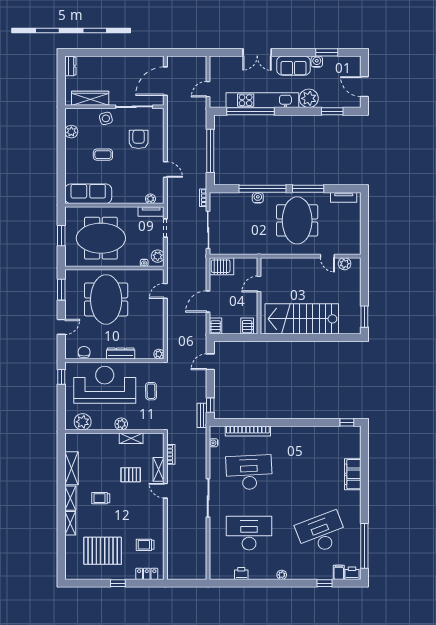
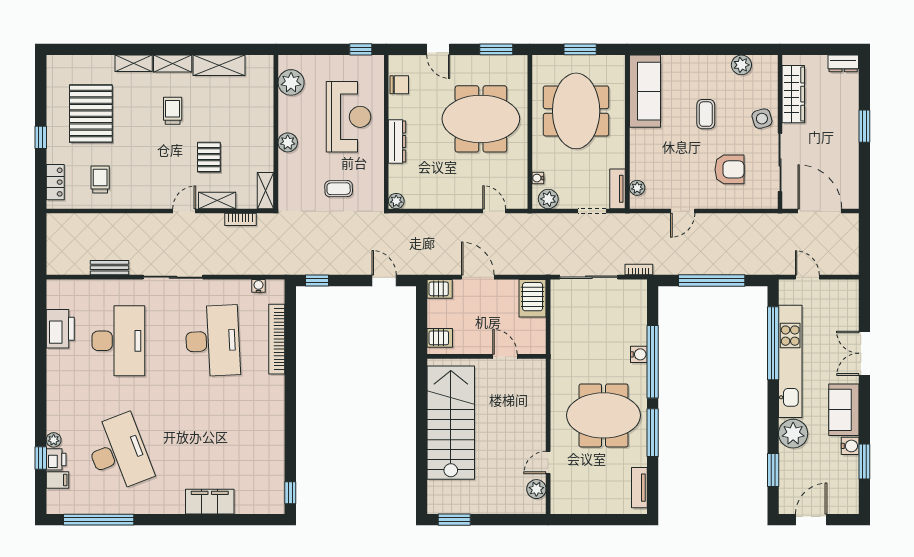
window: (111, 52) -> (864, 126), added
reception desk: (105, 385) -> (348, 117), width x0.74, depth x0.77
bench: (202, 415) -> (109, 268), moved
shelving: (131, 438) -> (265, 191), moved
printer: (241, 573) -> (60, 329), width x1.87, depth x1.48
printer: (352, 573) -> (56, 459), moved
plant: (282, 575) -> (54, 440), moved

